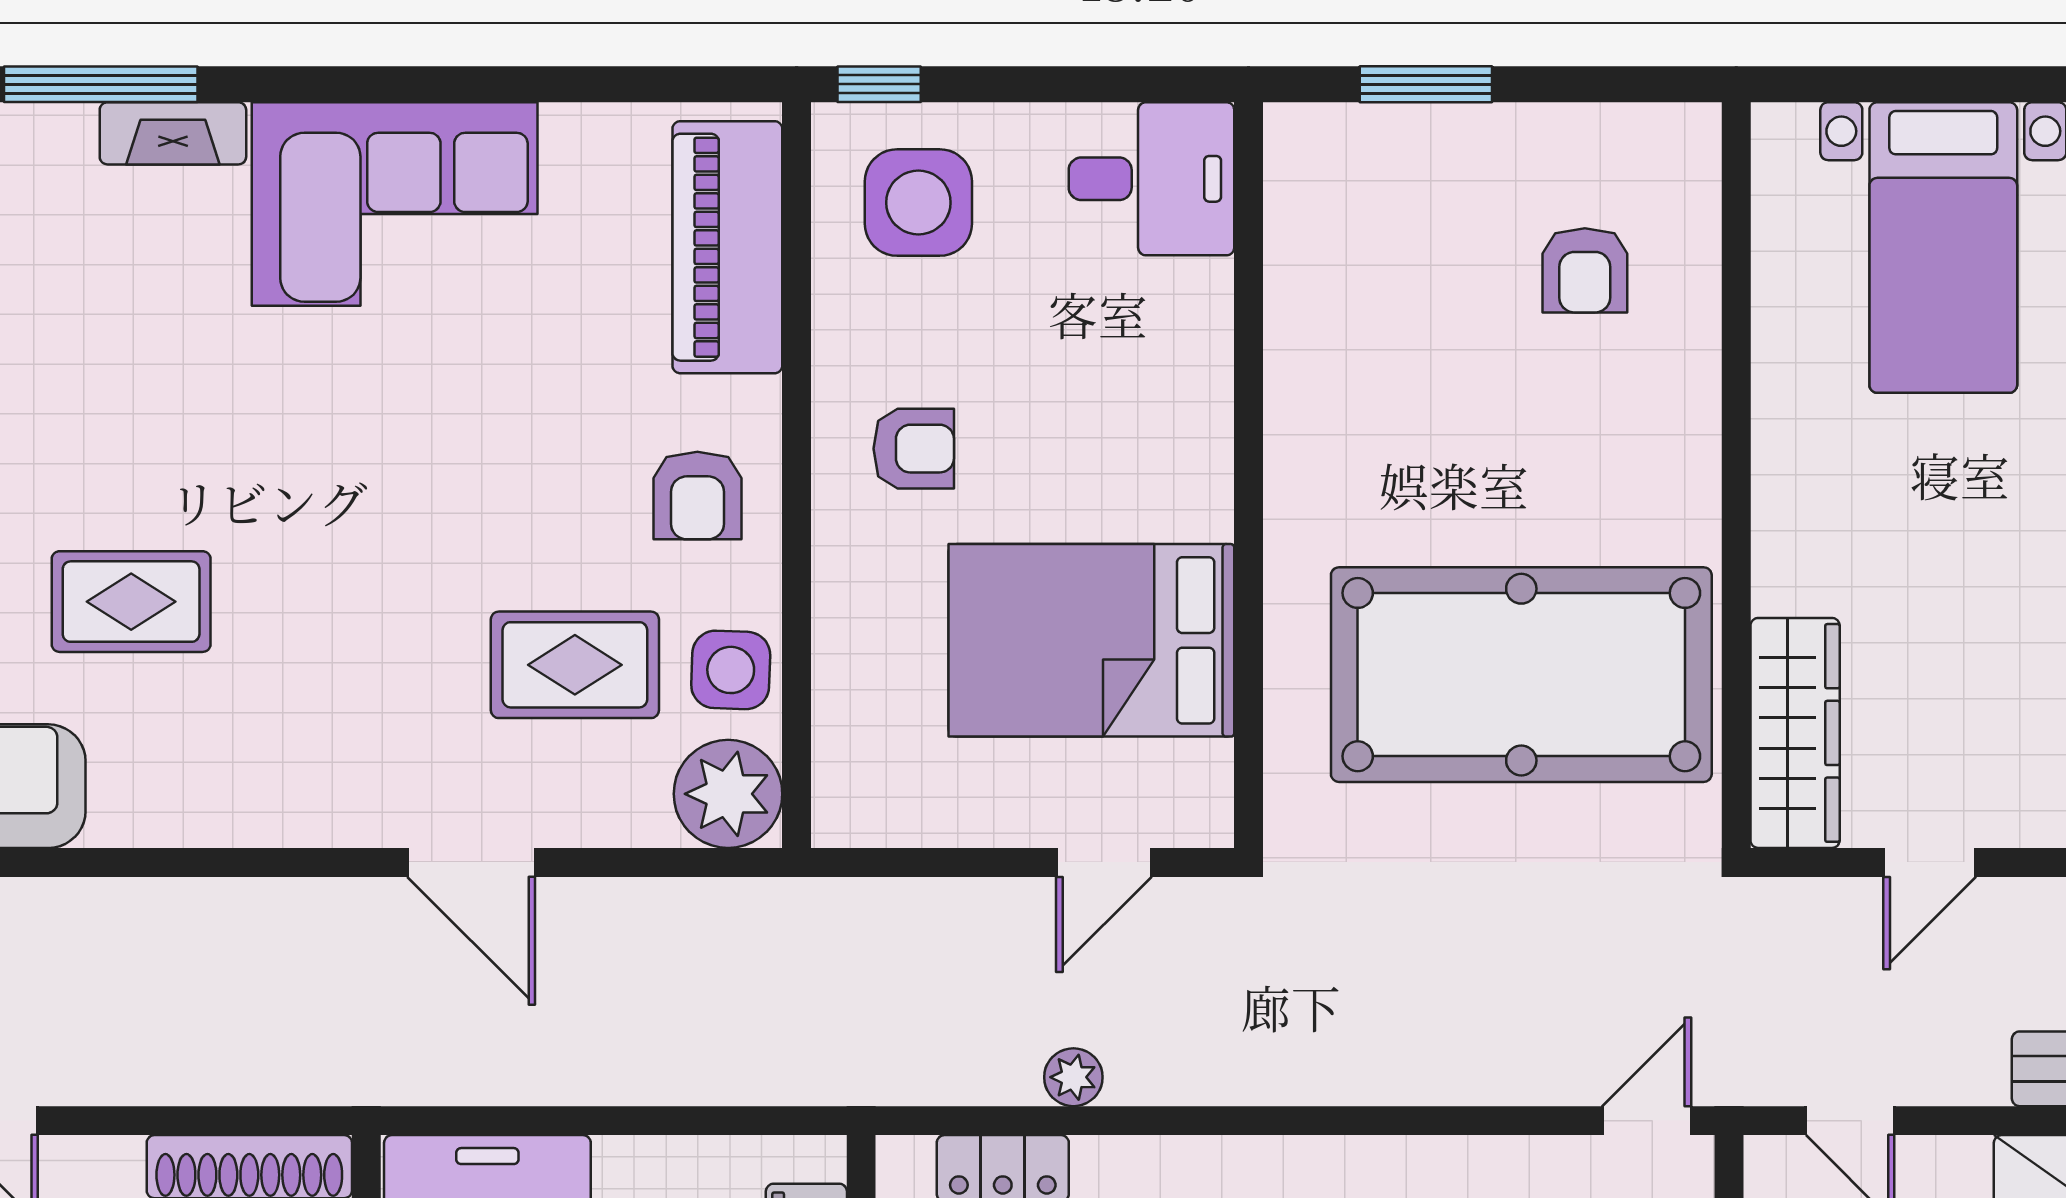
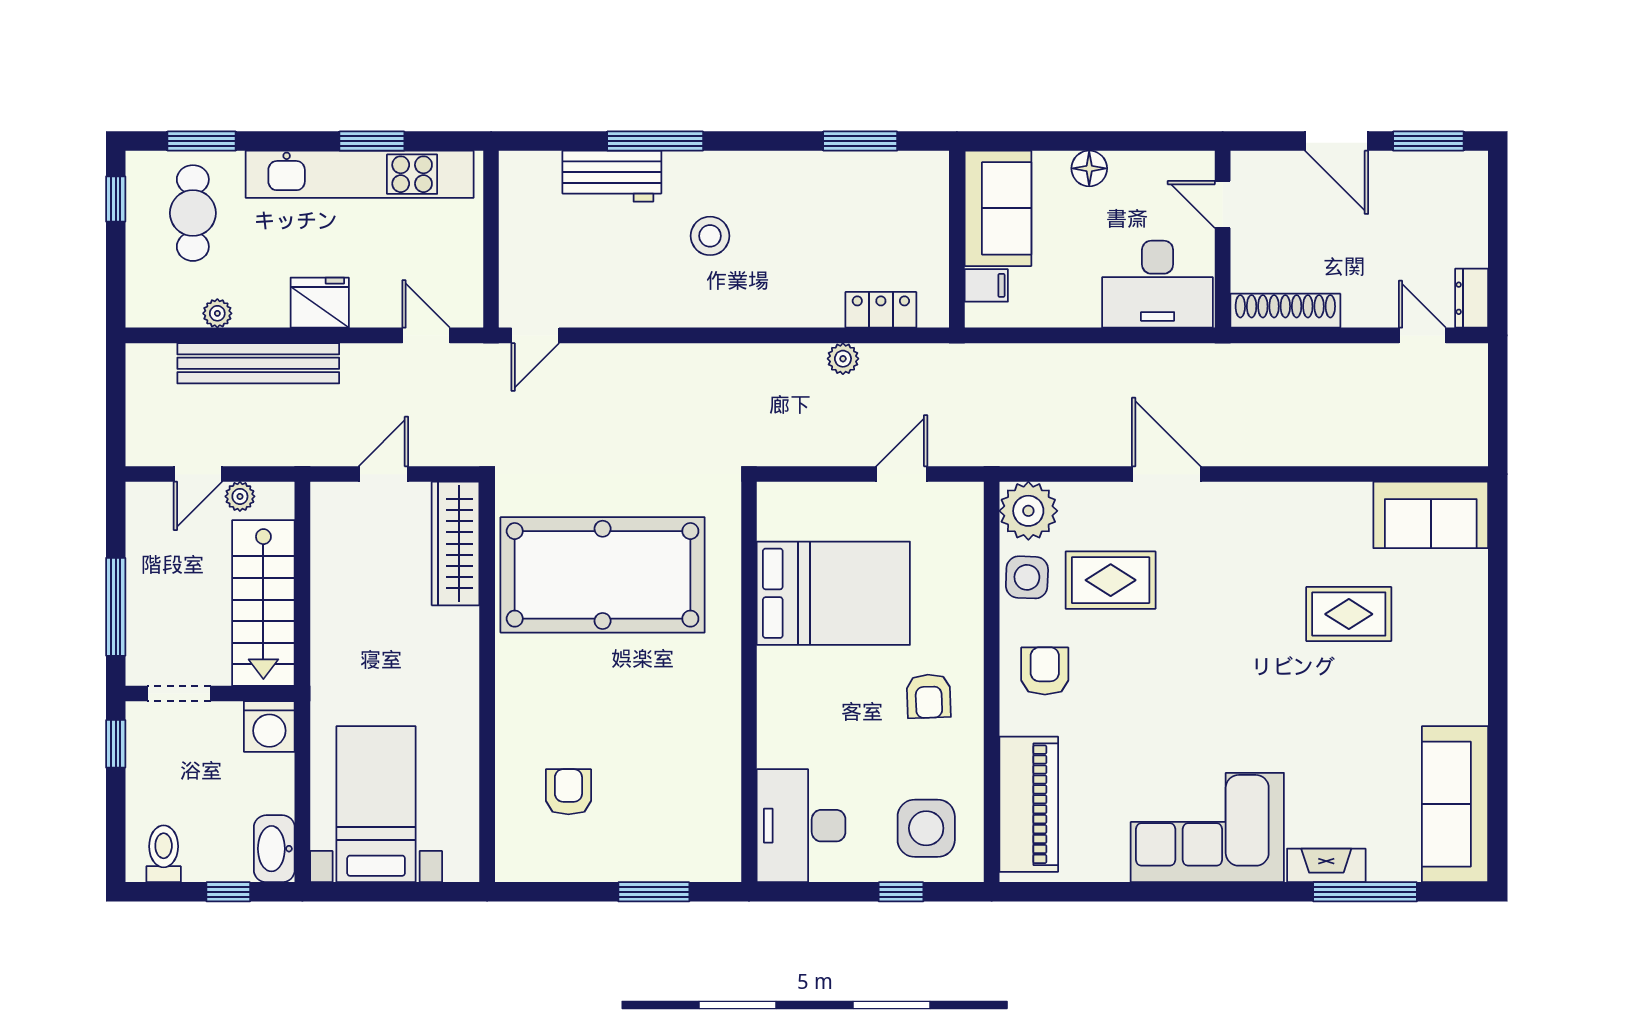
window: (879, 84) -> (901, 892), moved
desk: (1151, 179) -> (801, 826), width x1.37
armchair: (914, 449) -> (929, 696), turned -92
door: (1104, 862) -> (902, 474), moved

